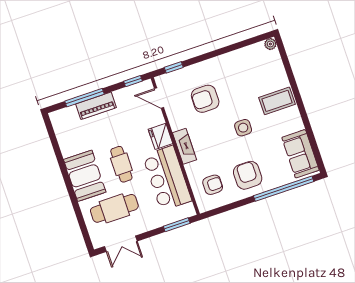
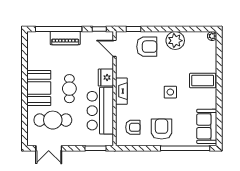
plant: (228, 64) -> (175, 41), added
window: (84, 98) -> (59, 29), width x1.46
armchair: (205, 99) -> (147, 47), moved, turned 180

